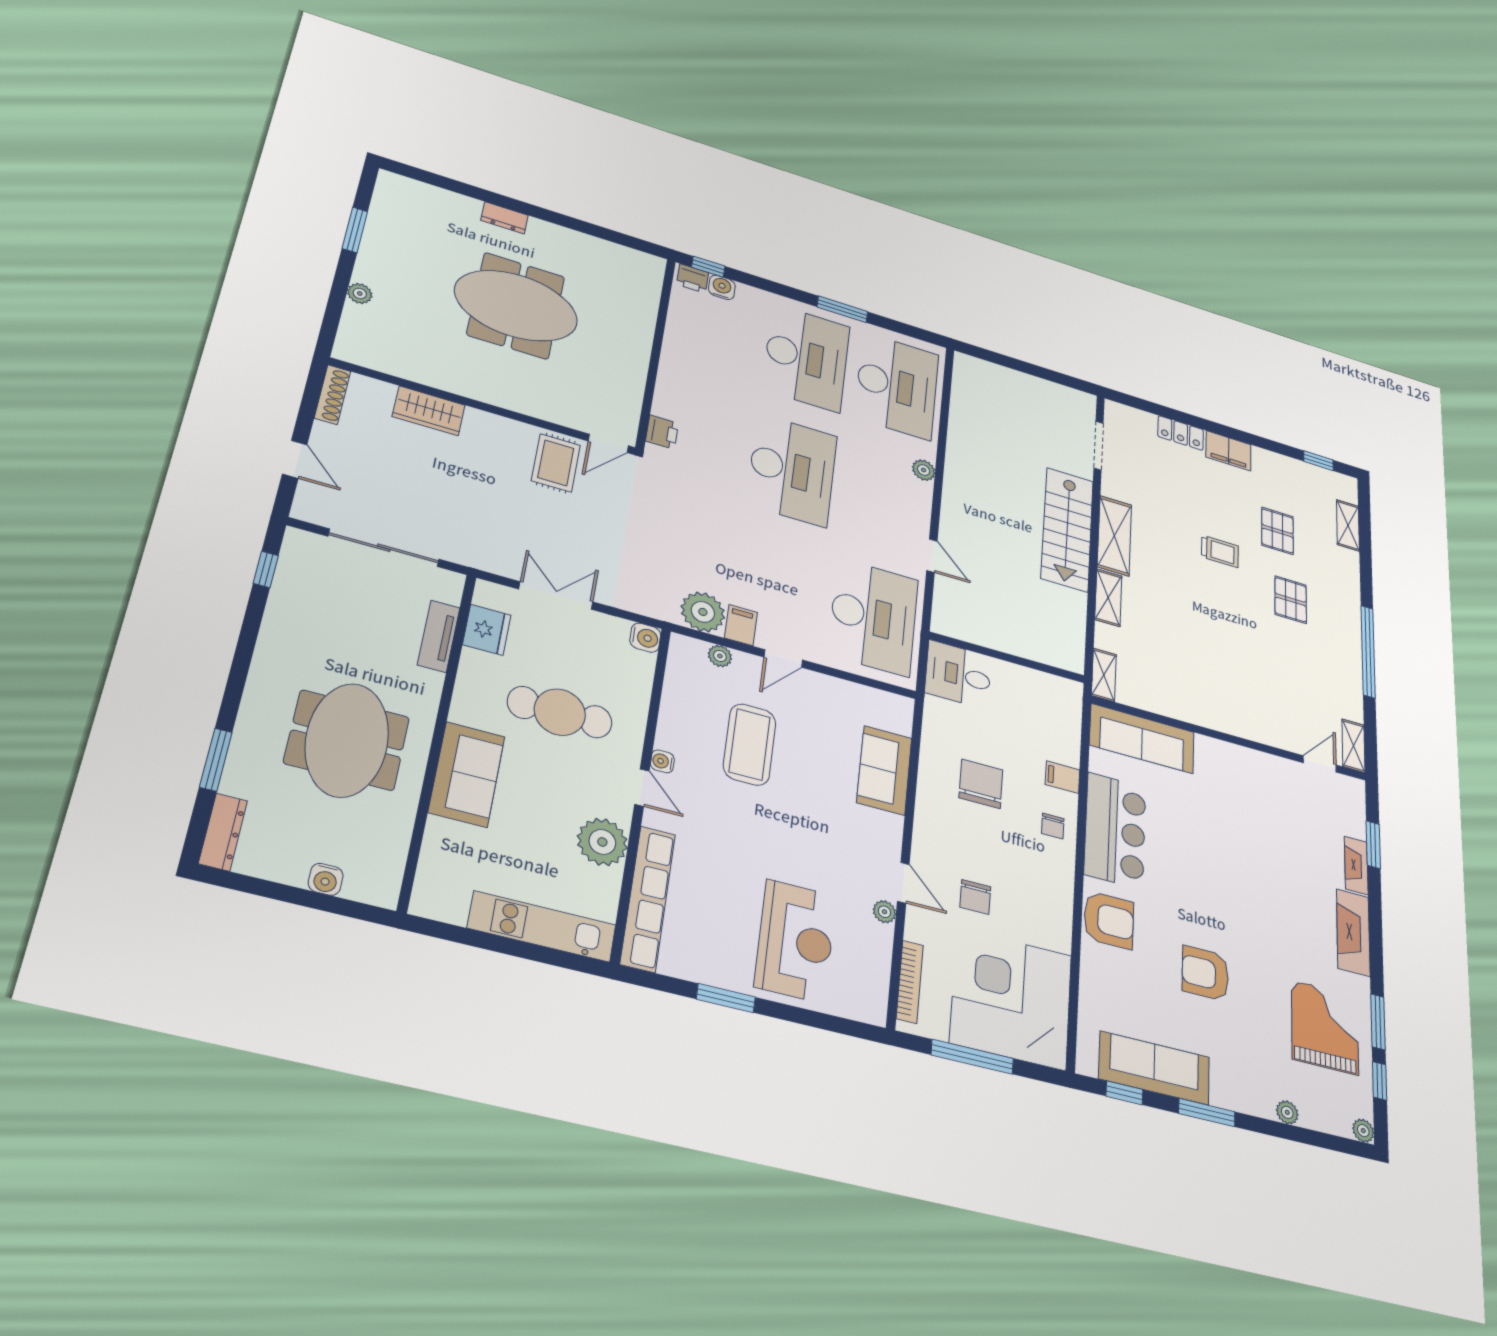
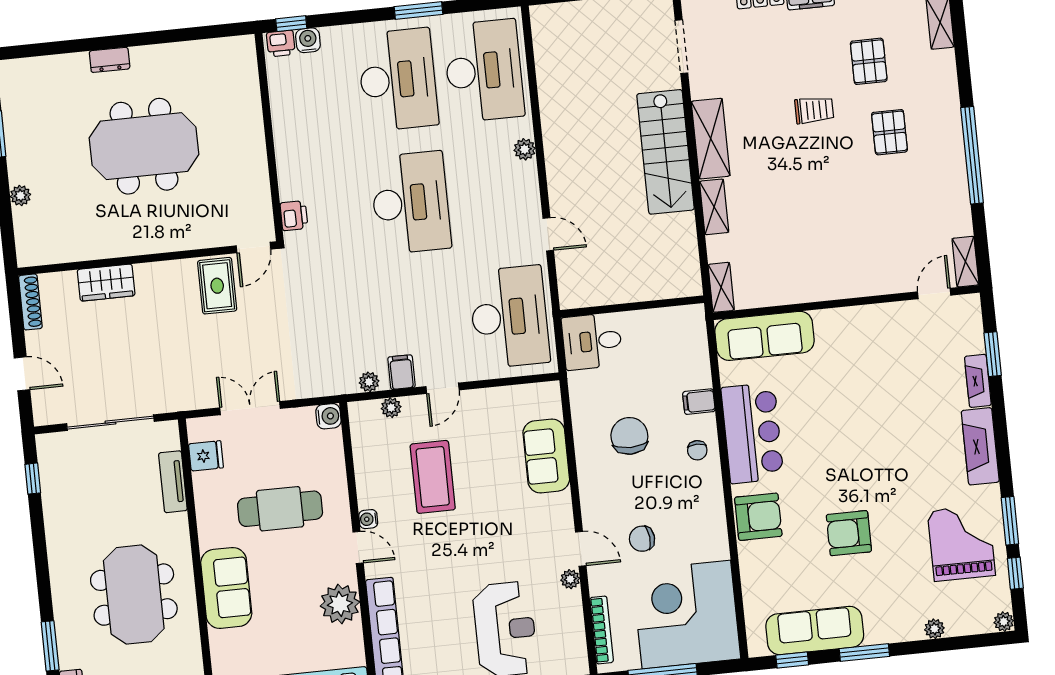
plant: (703, 612) -> (369, 382), width x0.53, depth x0.53
fridge: (487, 630) -> (206, 456), width x0.72
chair: (975, 897) -> (642, 539), turned 85

